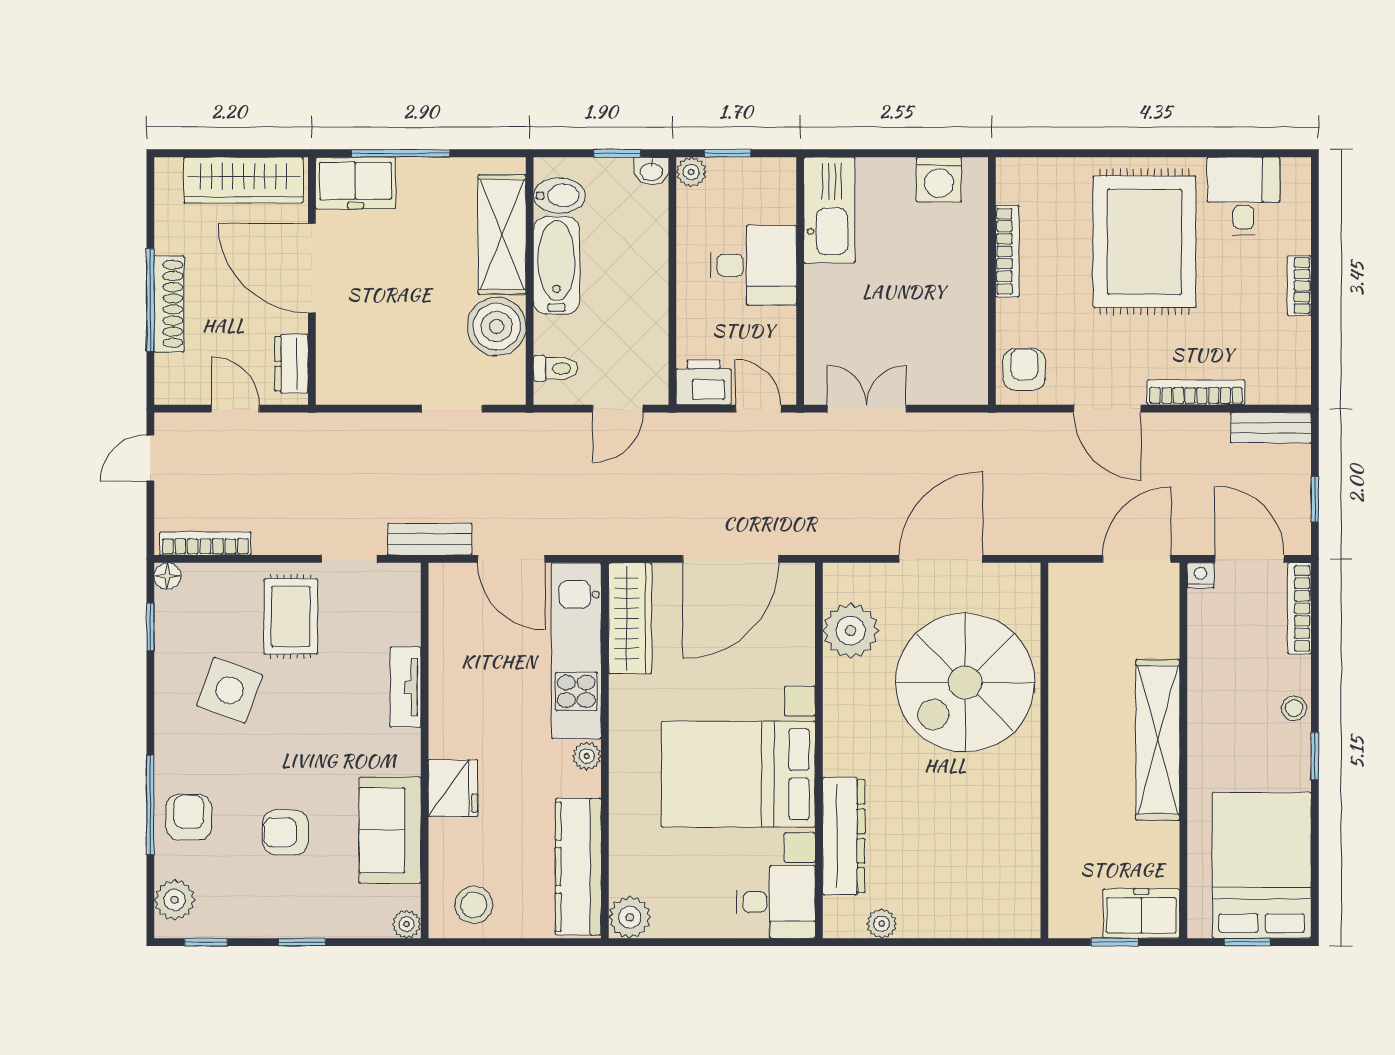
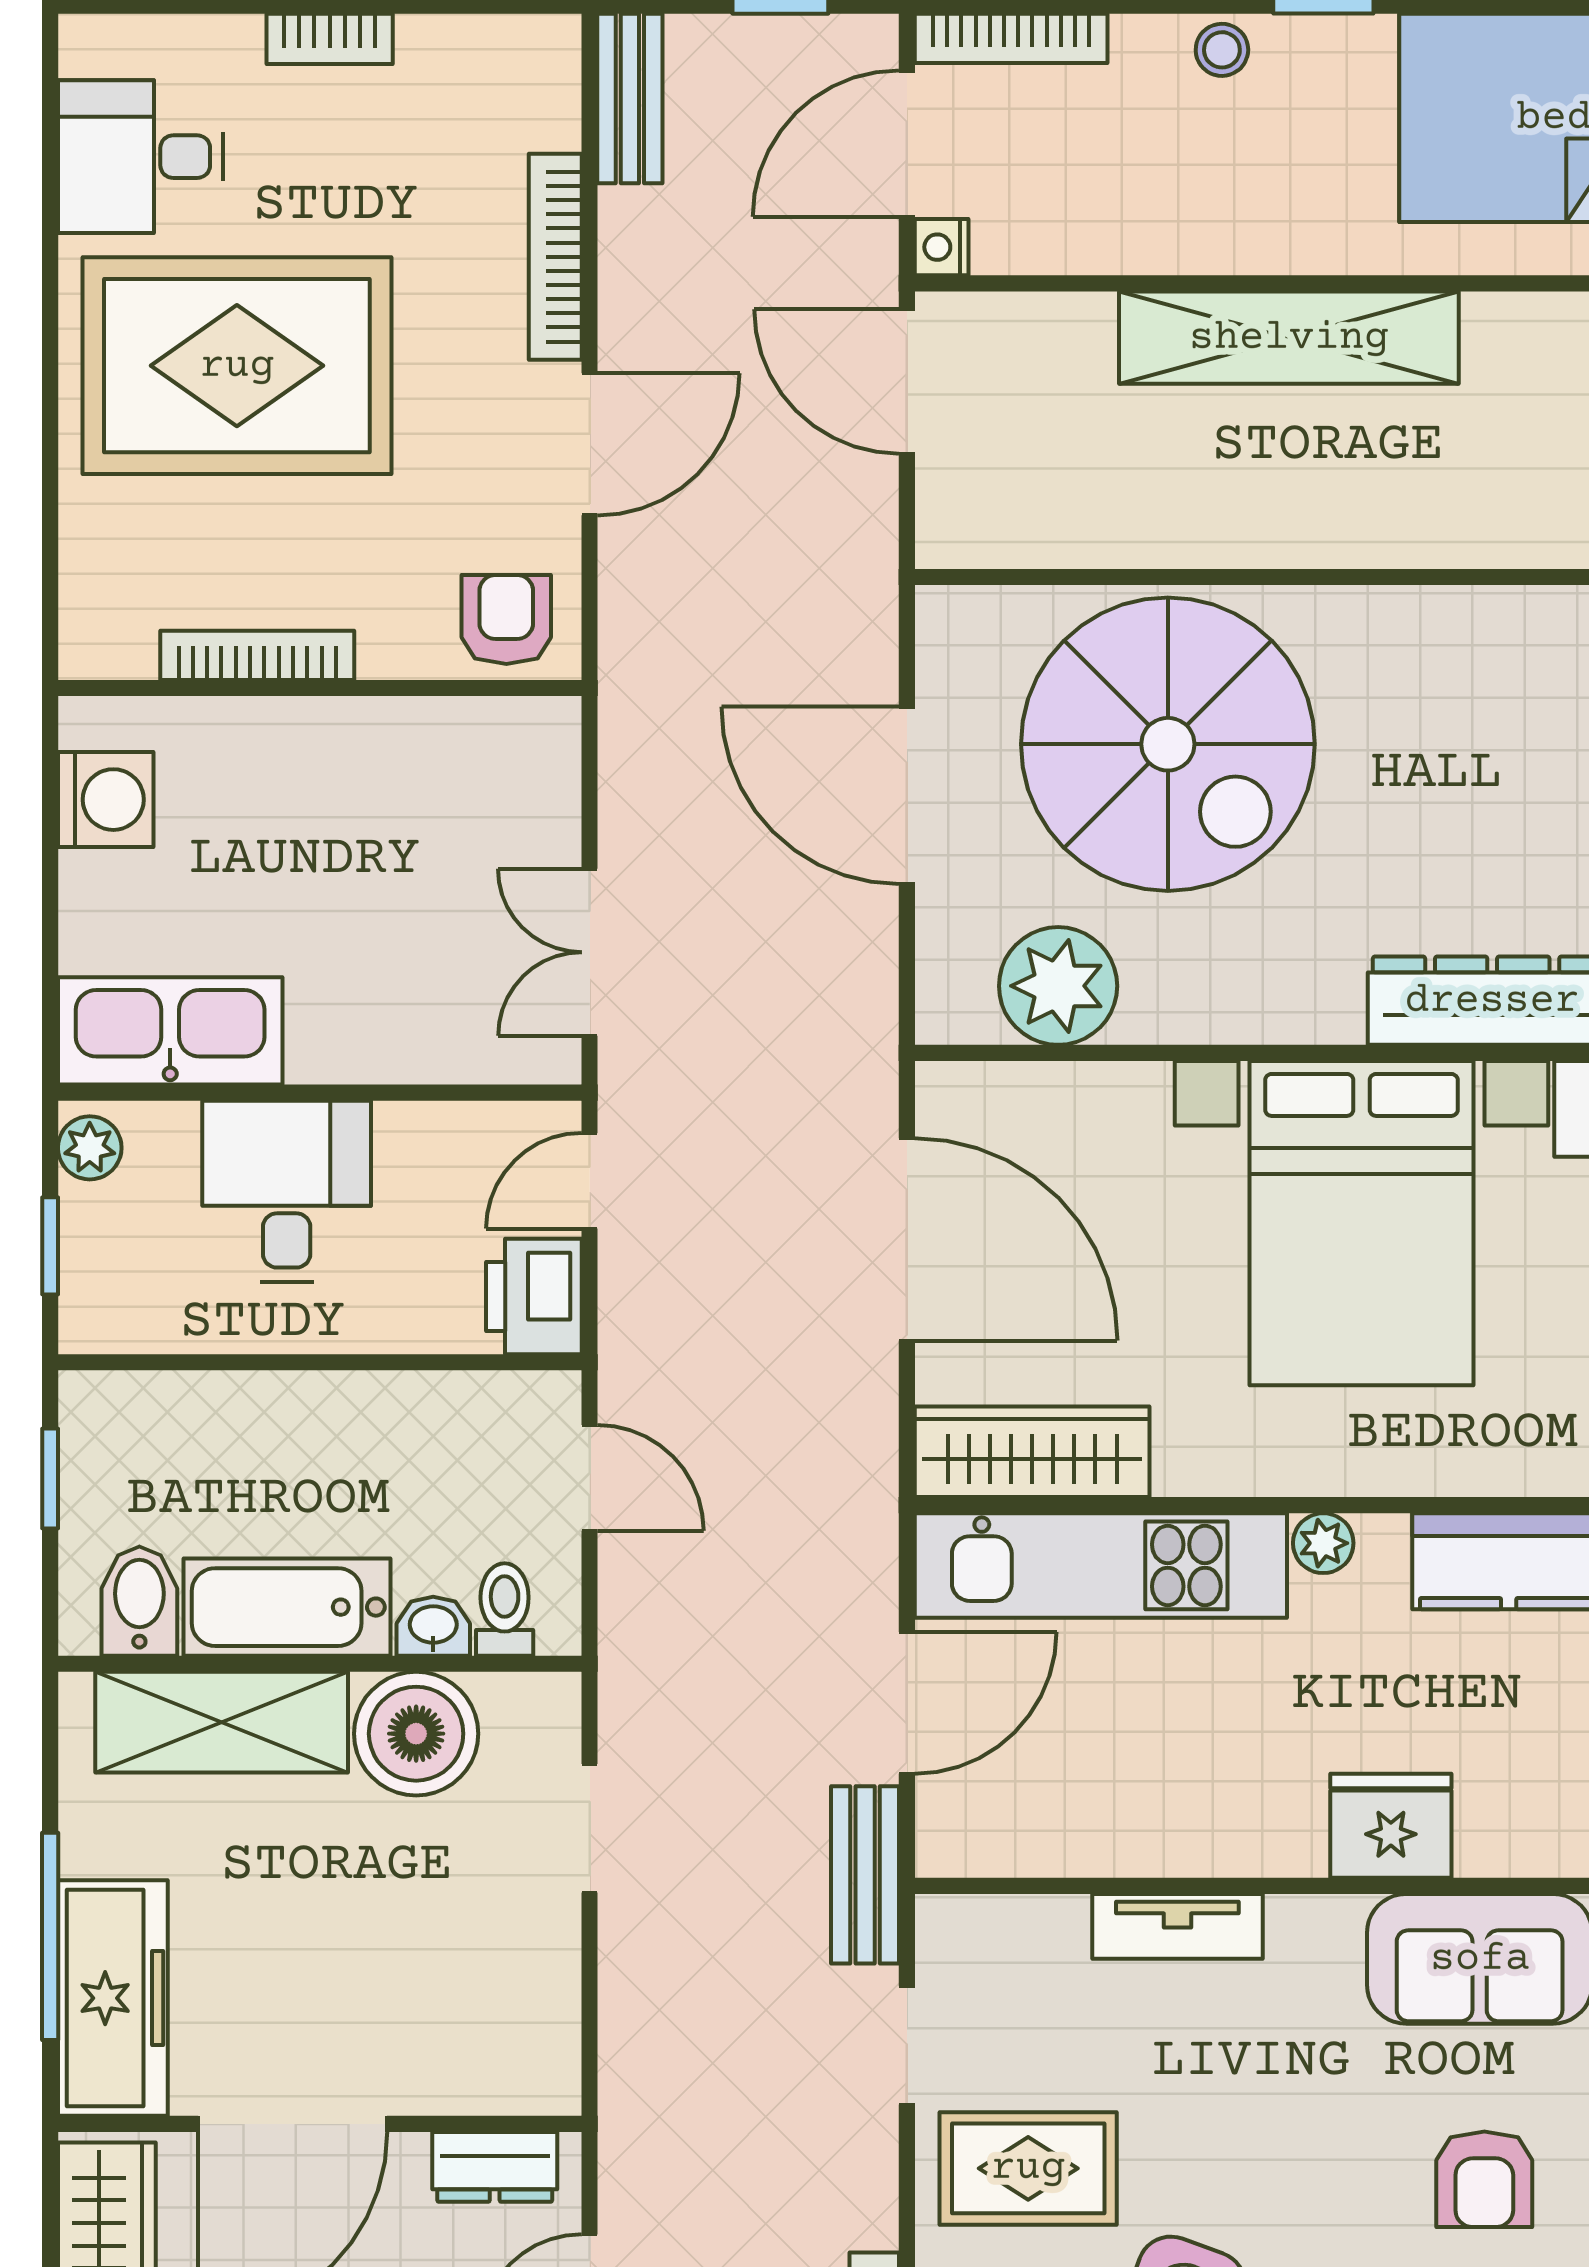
washbasin: (651, 171) -> (433, 1626), moved, turned -90
plant: (691, 172) -> (90, 1148), moved
freezer: (355, 183) -> (113, 1998), width x1.40
armchair: (1024, 369) -> (506, 619), turned 90

